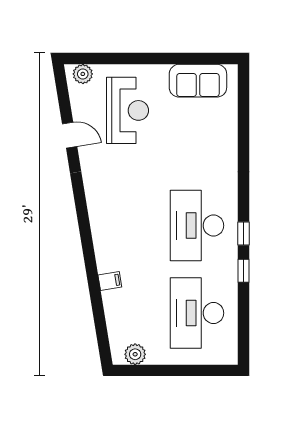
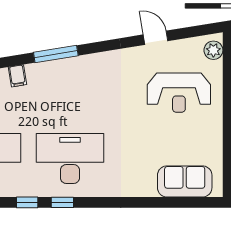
sofa: (198, 81) -> (185, 181), moved, turned 90
door: (70, 135) -> (156, 38), swing flipped
window: (87, 240) -> (56, 54), added

